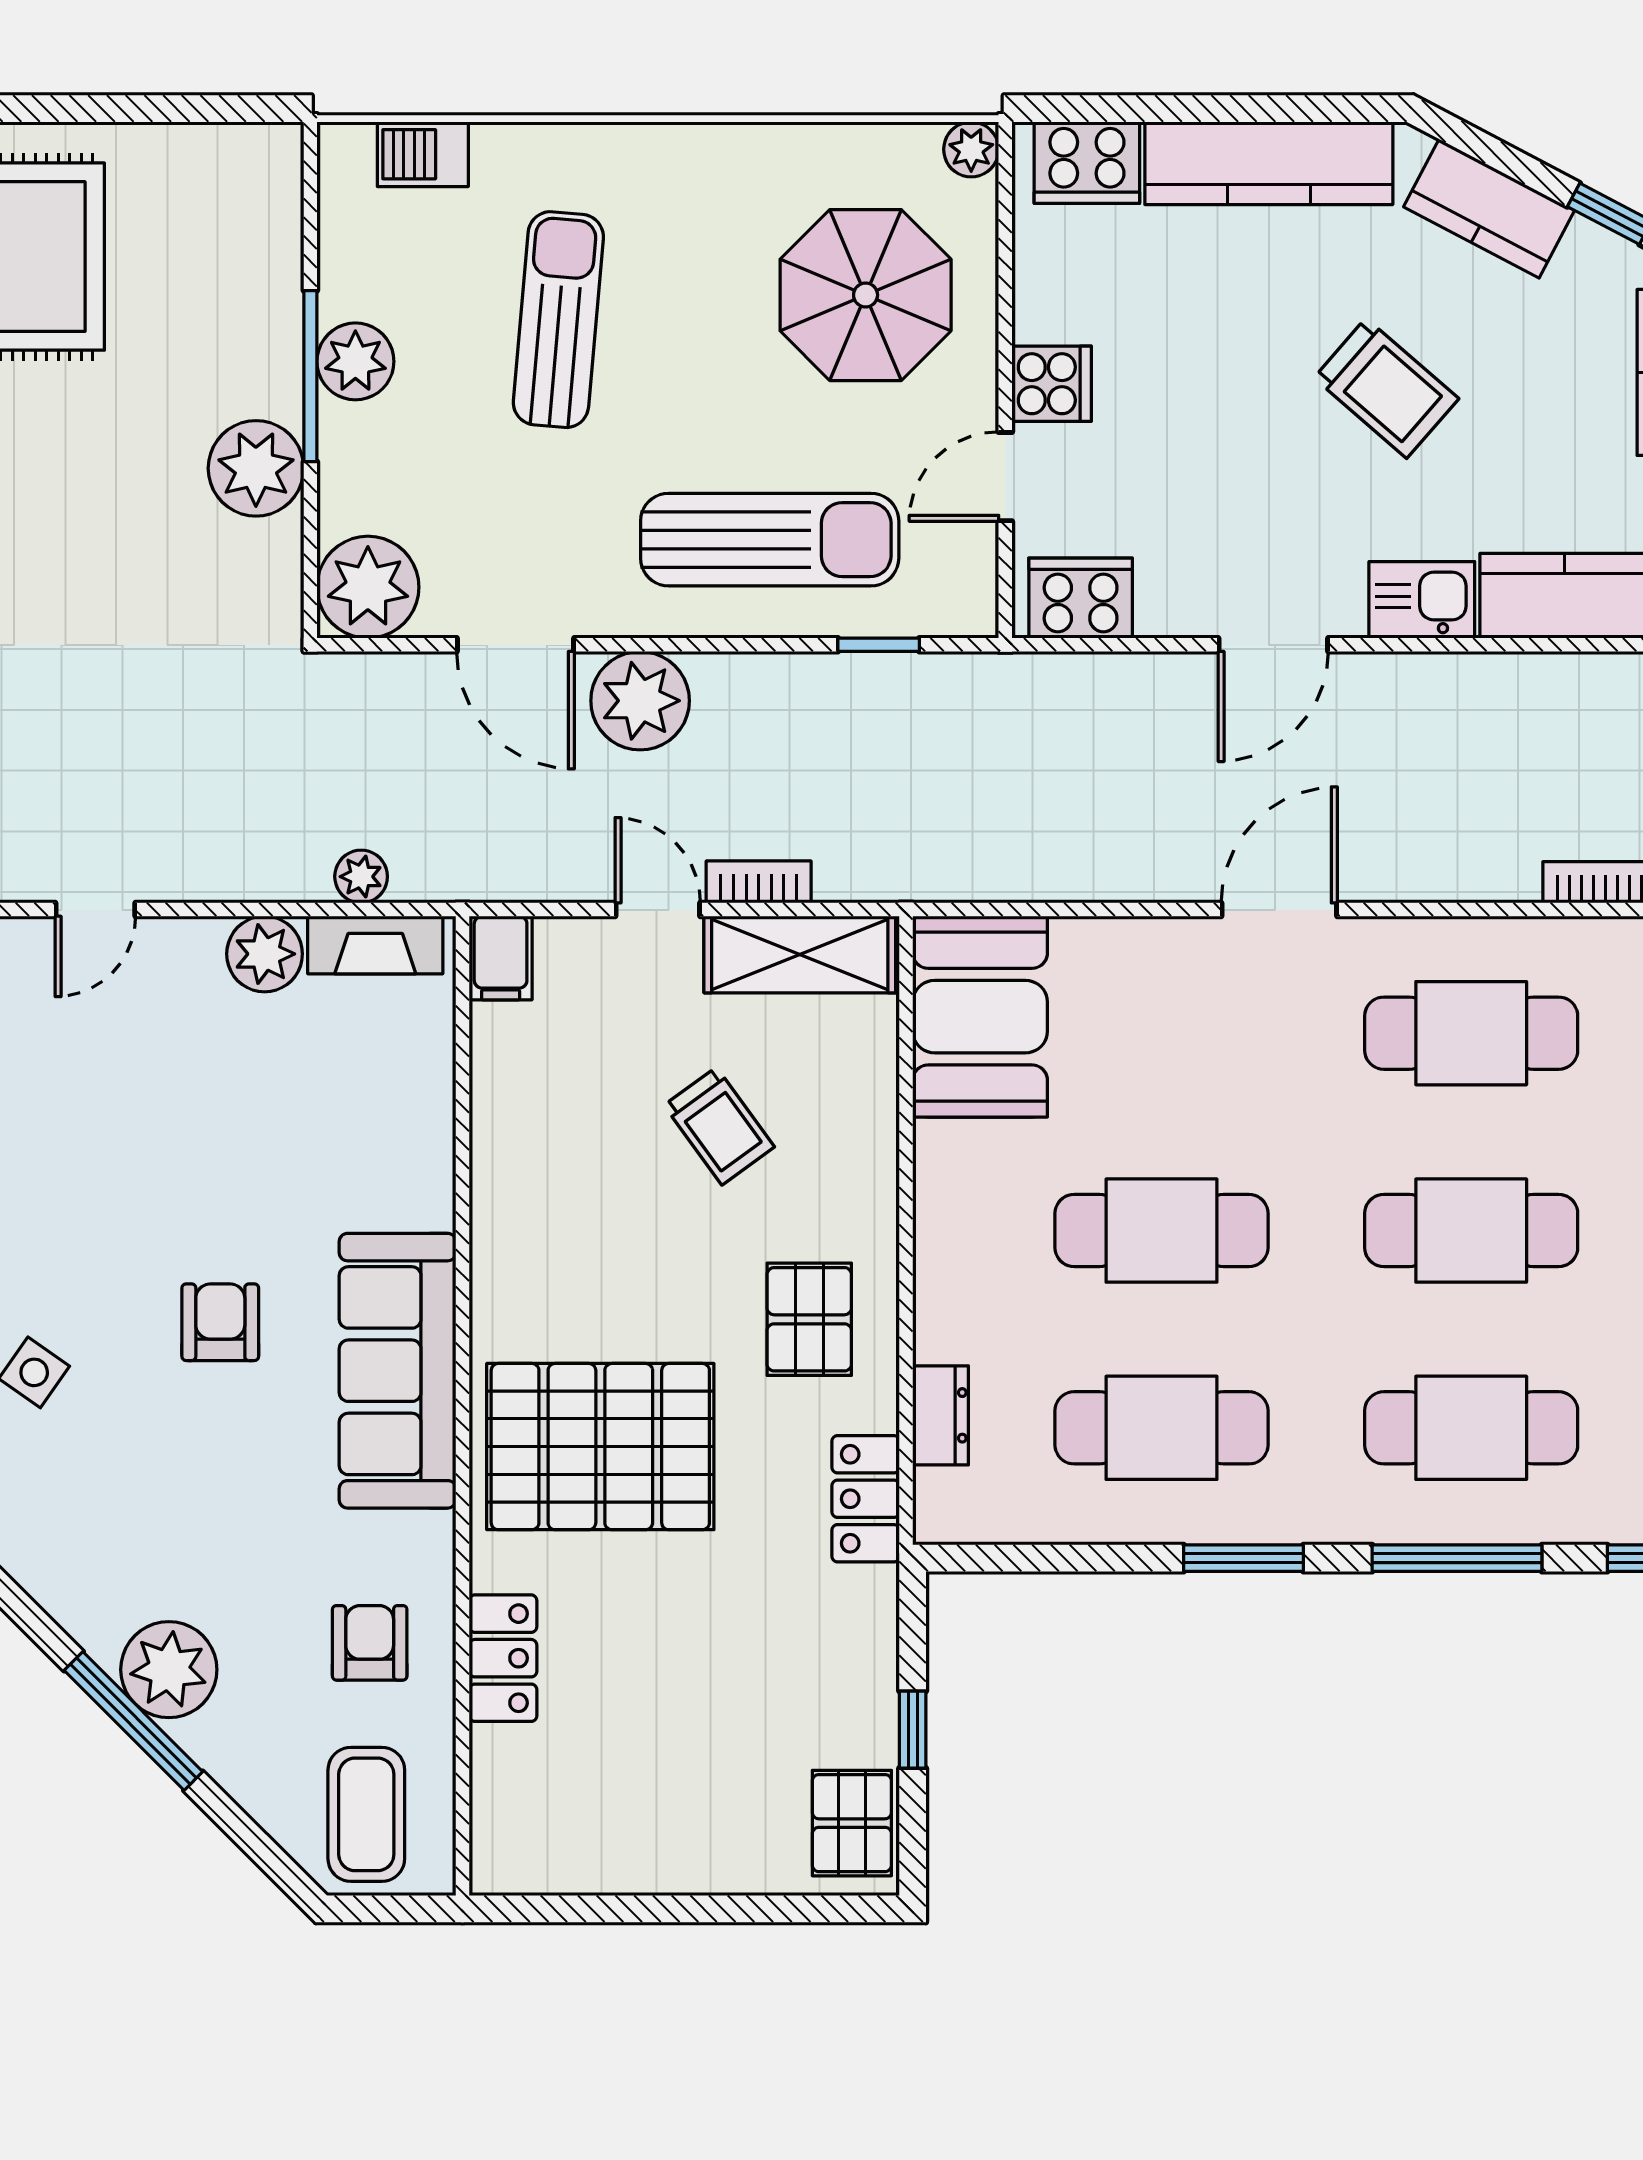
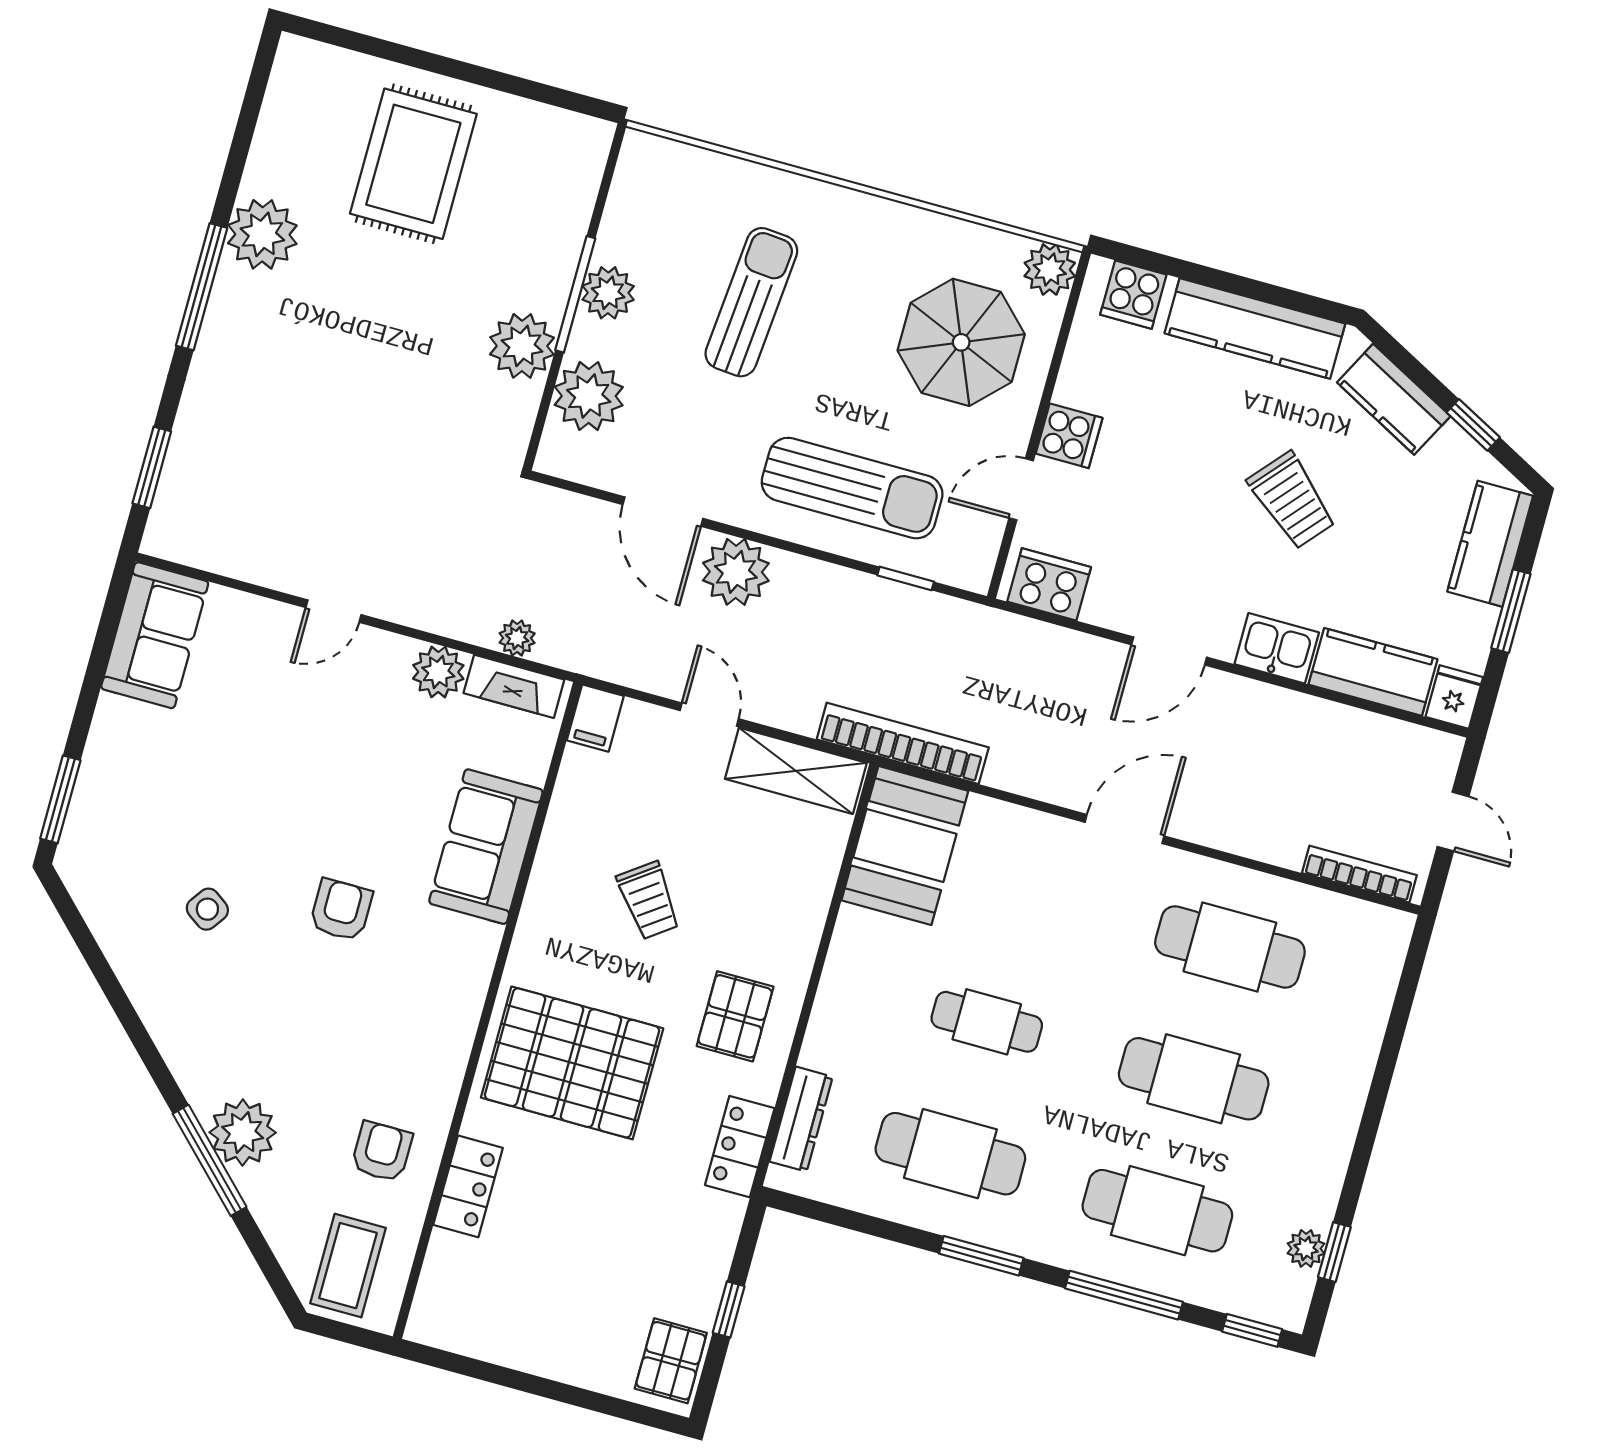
plant: (971, 149) -> (1050, 269), width x1.38, depth x1.38
barbecue: (423, 154) -> (691, 167), removed
cooker: (1087, 163) -> (1133, 295), width x0.73
plant: (368, 587) -> (589, 396), moved
bookcase: (759, 882) -> (903, 743), moved, width x2.31, depth x1.31
trolley: (719, 1126) -> (649, 900), moved
cafe table: (1162, 1231) -> (987, 1022), width x0.73, depth x0.74
sofa: (398, 1371) -> (486, 847), moved, width x0.73
dresser: (941, 1415) -> (801, 1119), width x1.44

